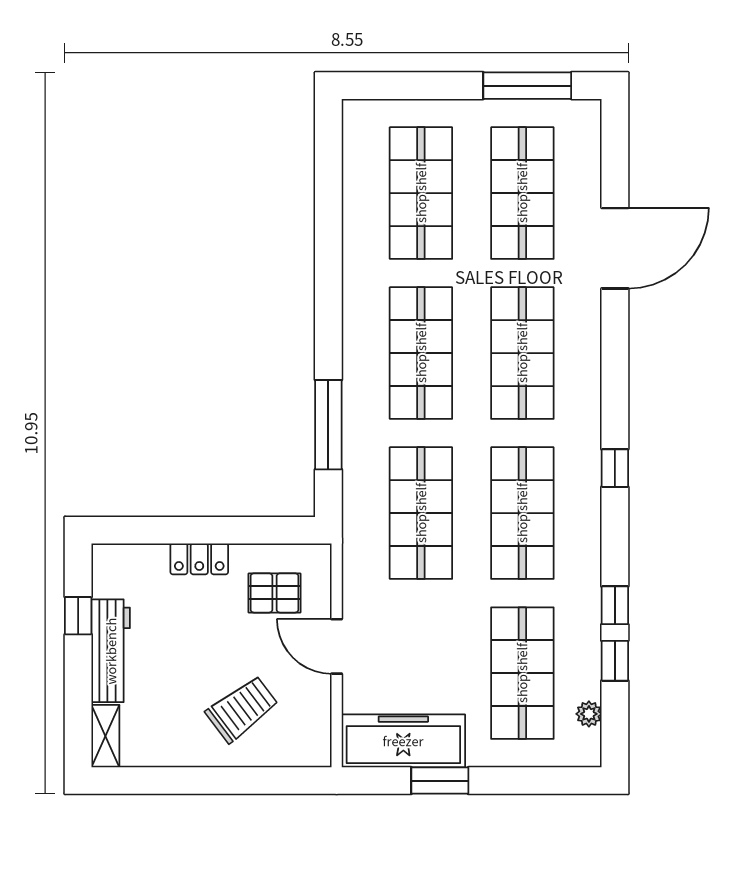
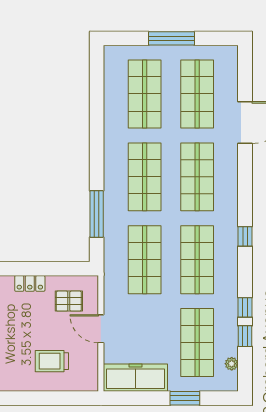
window: (527, 86) -> (171, 38), moved
trolley: (242, 709) -> (52, 361), turned -143
window: (440, 781) -> (185, 398), moved

